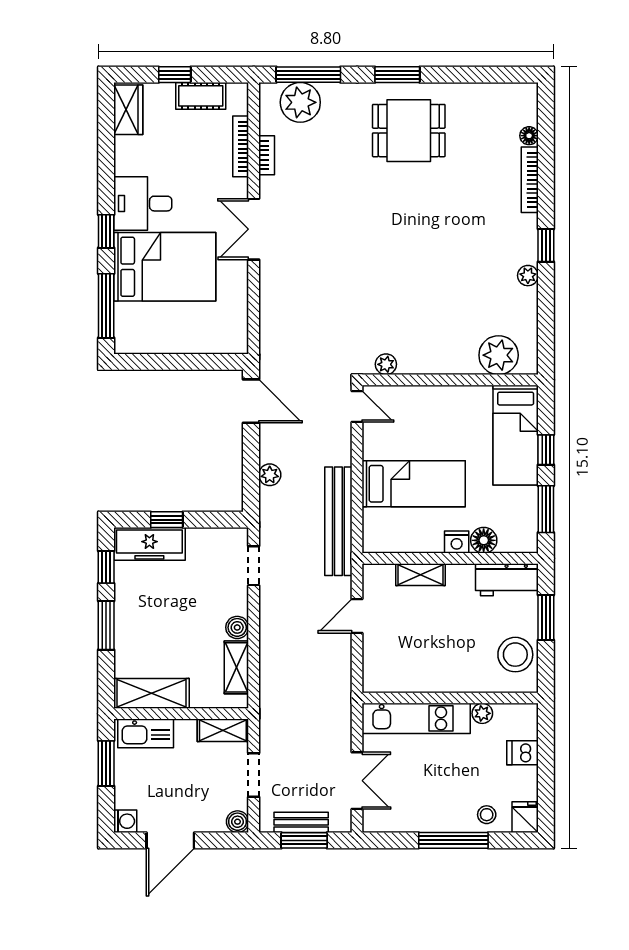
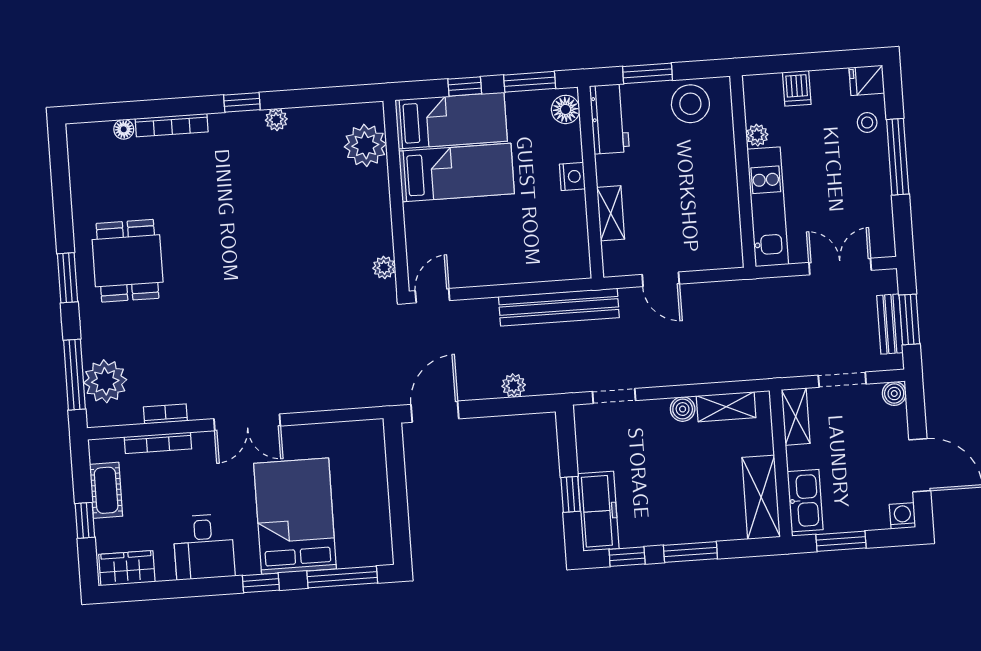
desk: (143, 204) -> (204, 547), moved
bed: (414, 484) -> (456, 172), moved, turned 90
floor lamp: (484, 540) -> (566, 109), moved

